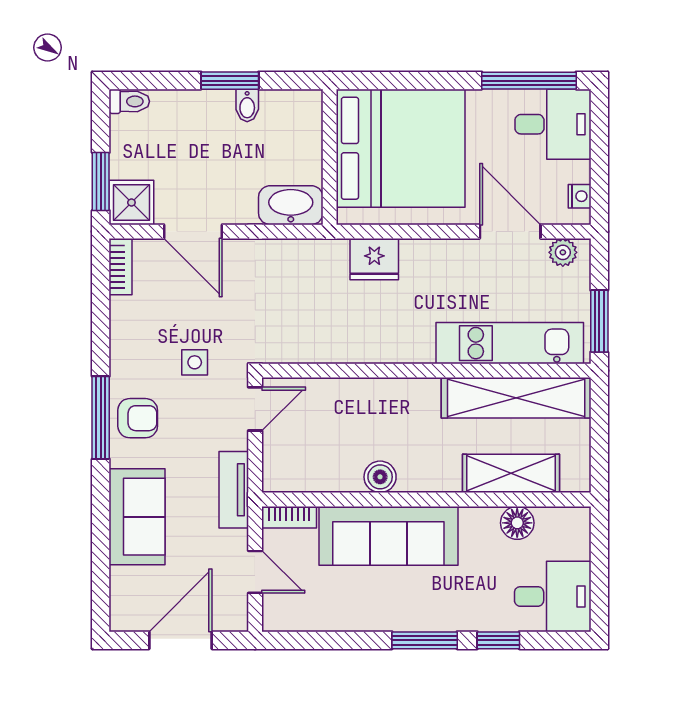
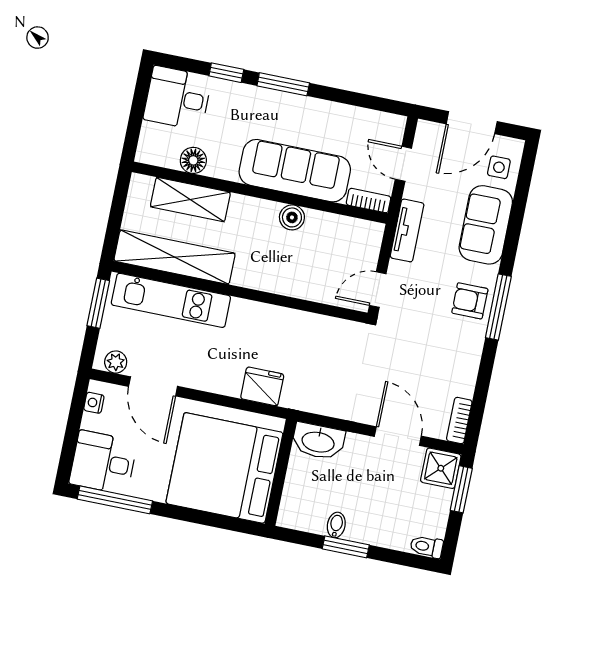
side table: (195, 362) -> (499, 167), moved

